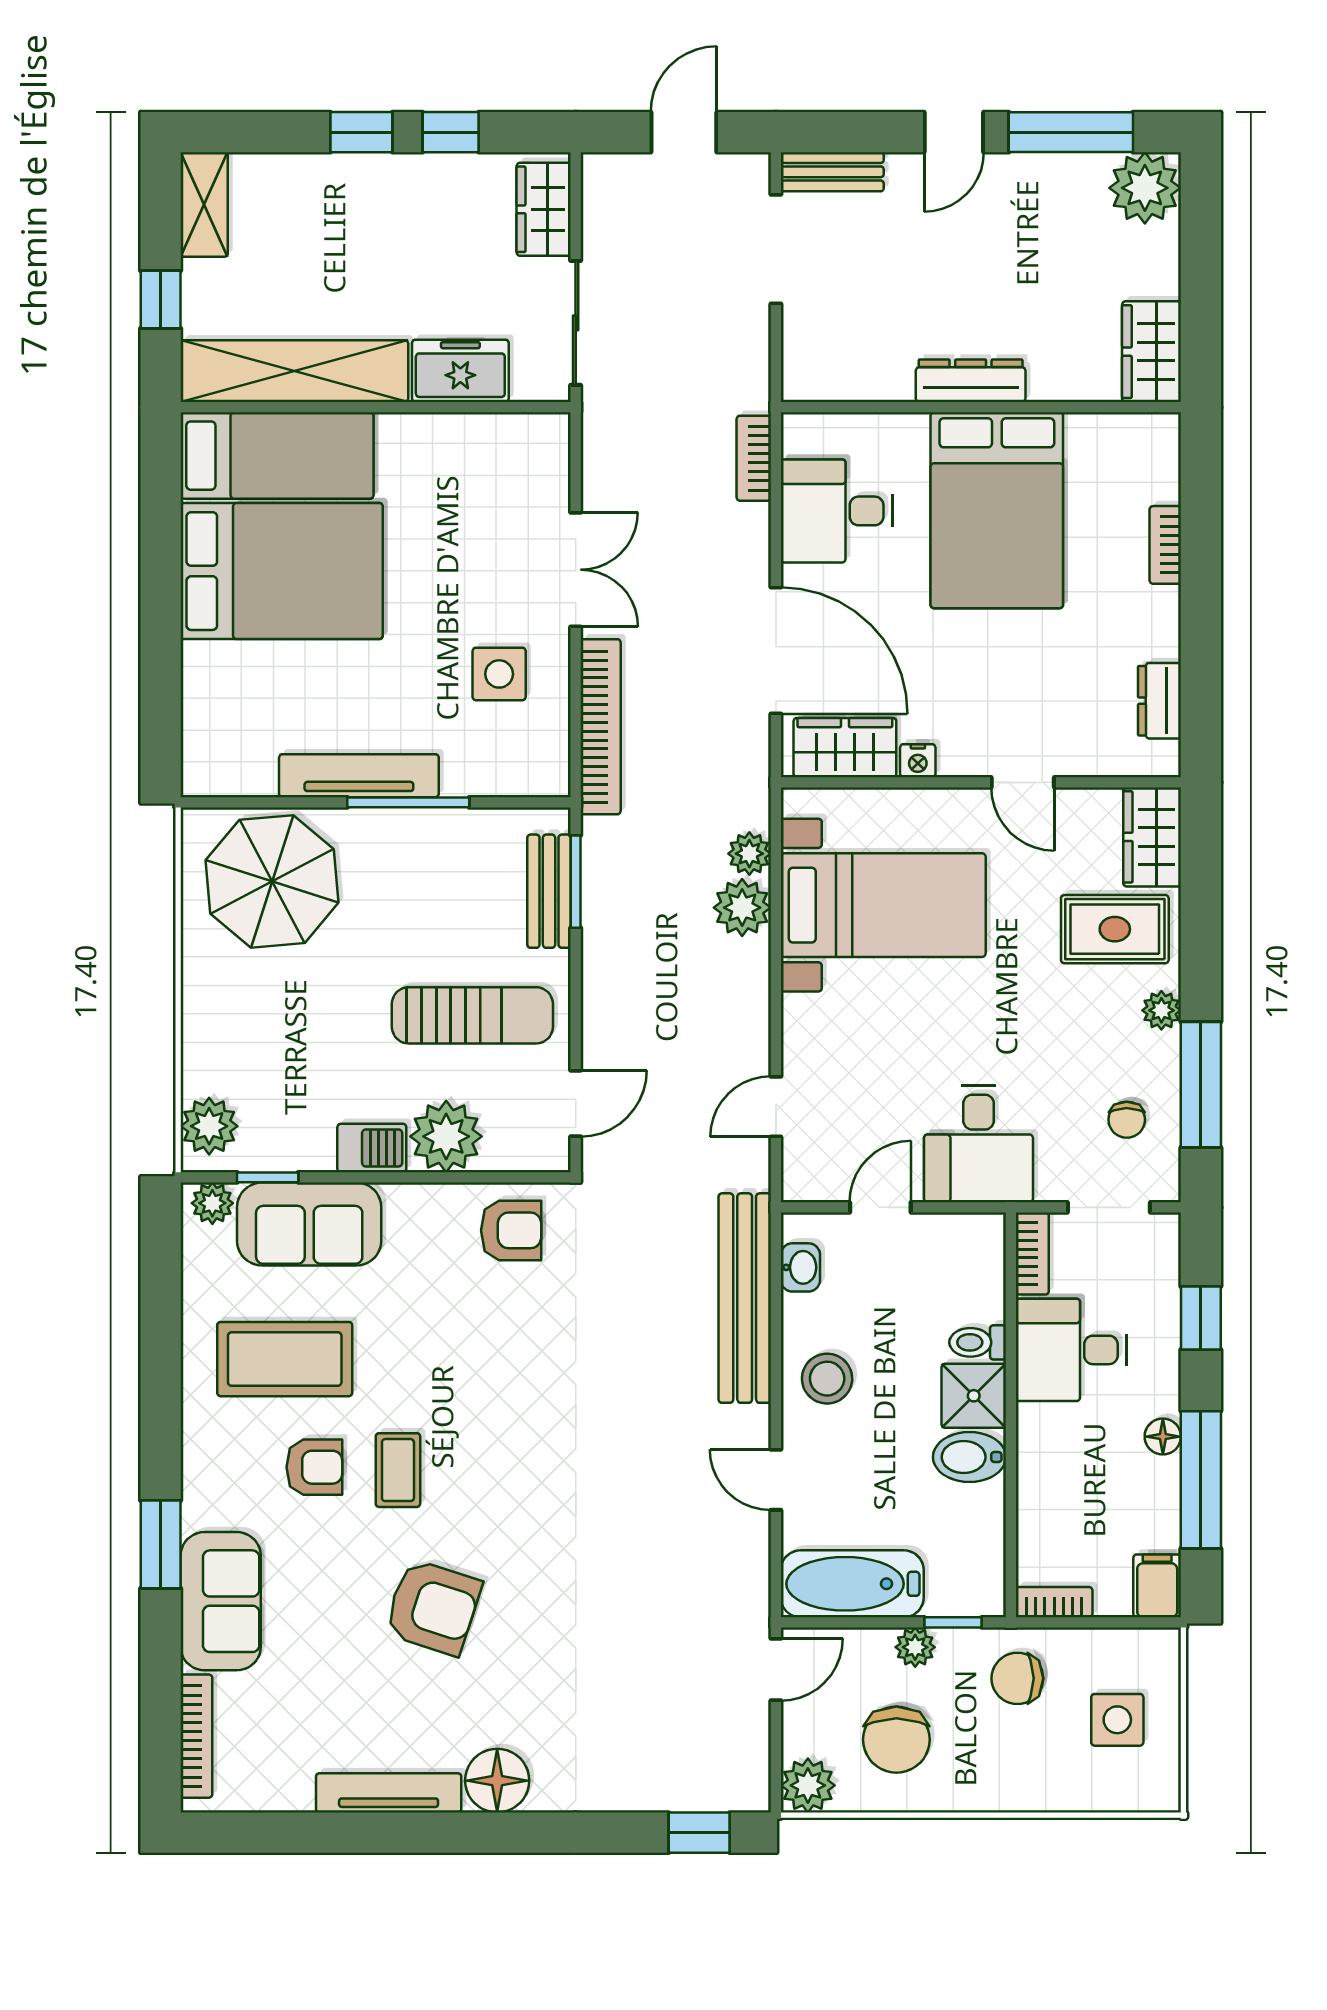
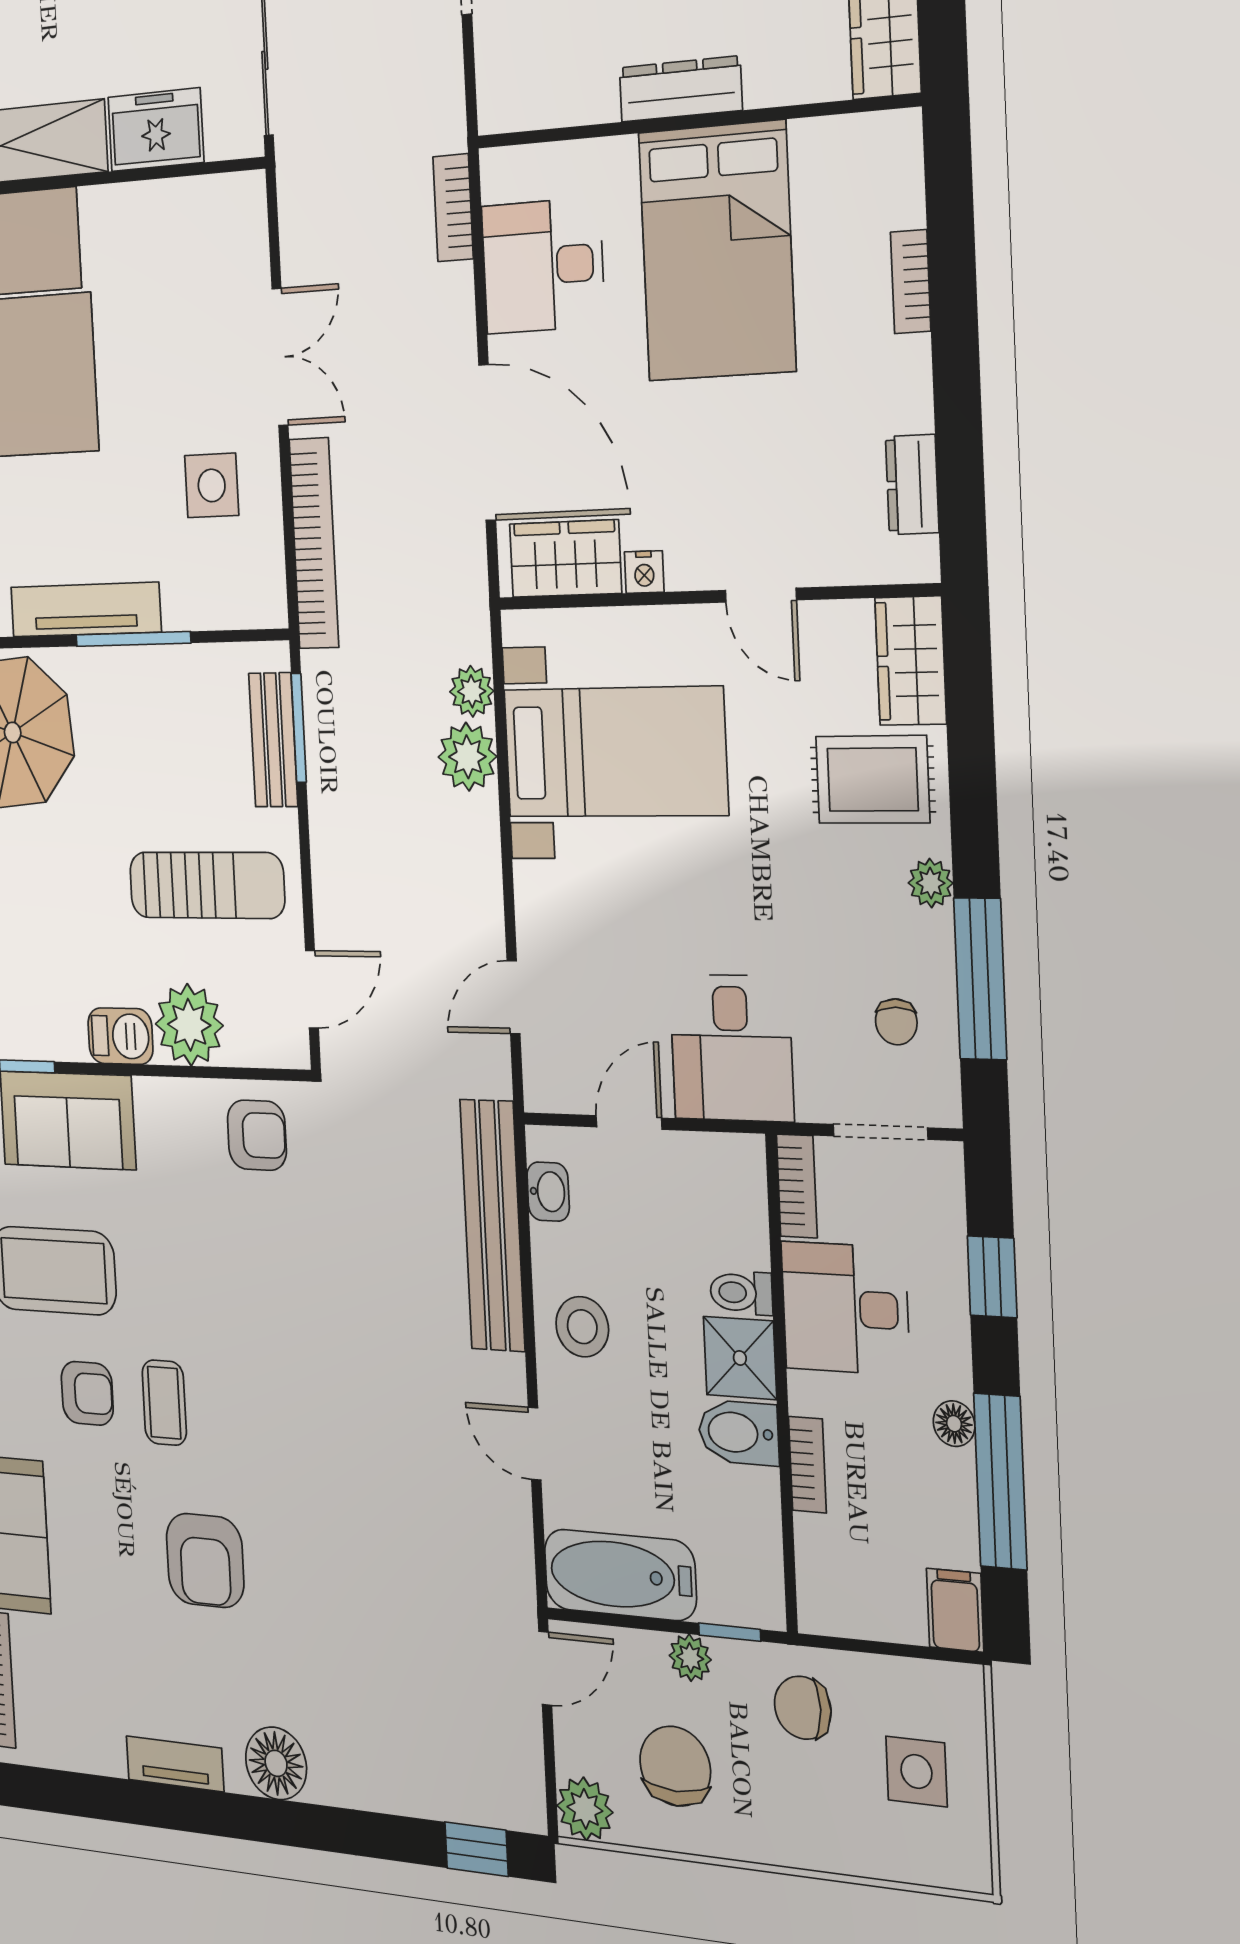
bookcase: (1054, 1602) -> (807, 1465), moved, turned 90
armchair: (433, 1607) -> (205, 1560), turned 72
chair: (896, 1740) -> (675, 1766), turned 180
tv unit: (389, 1793) -> (175, 1764), width x0.71

